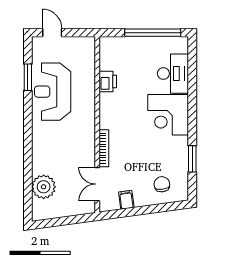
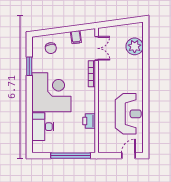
door: (52, 33) -> (128, 156), swing flipped
window: (153, 33) -> (71, 156), moved
window: (28, 77) -> (146, 124), removed
corner desk: (168, 115) -> (51, 92), width x1.36, depth x1.36

